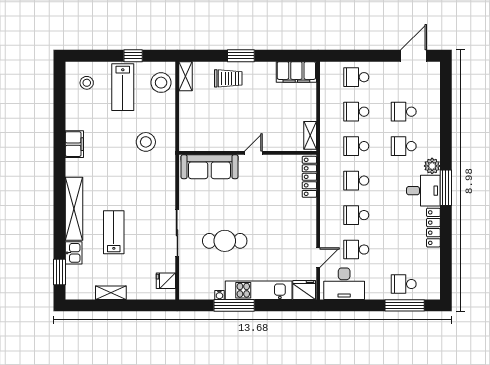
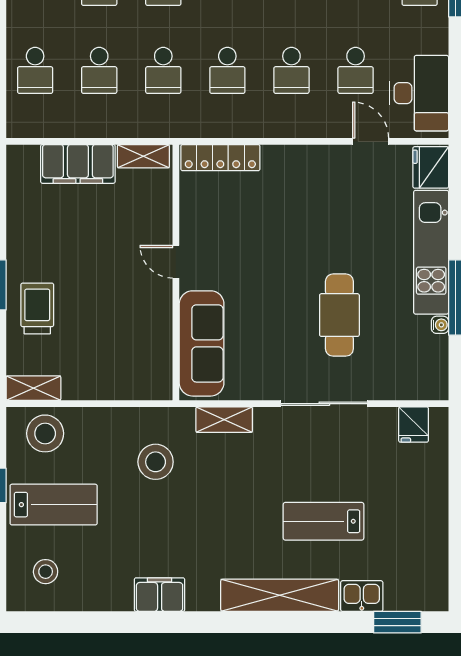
filing cabinet: (296, 72) -> (78, 164), moved, turned 90
shelving: (111, 293) -> (224, 420), moved, turned 90

